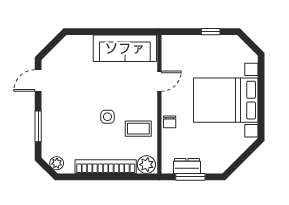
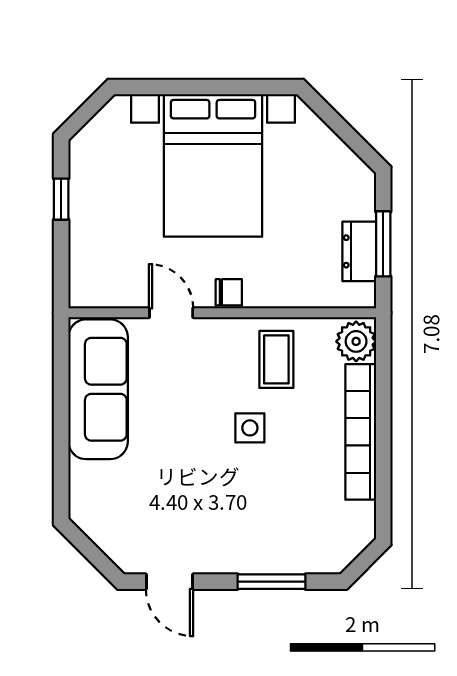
chair: (170, 122) -> (229, 292), moved
plant: (57, 163) -> (353, 541), removed

